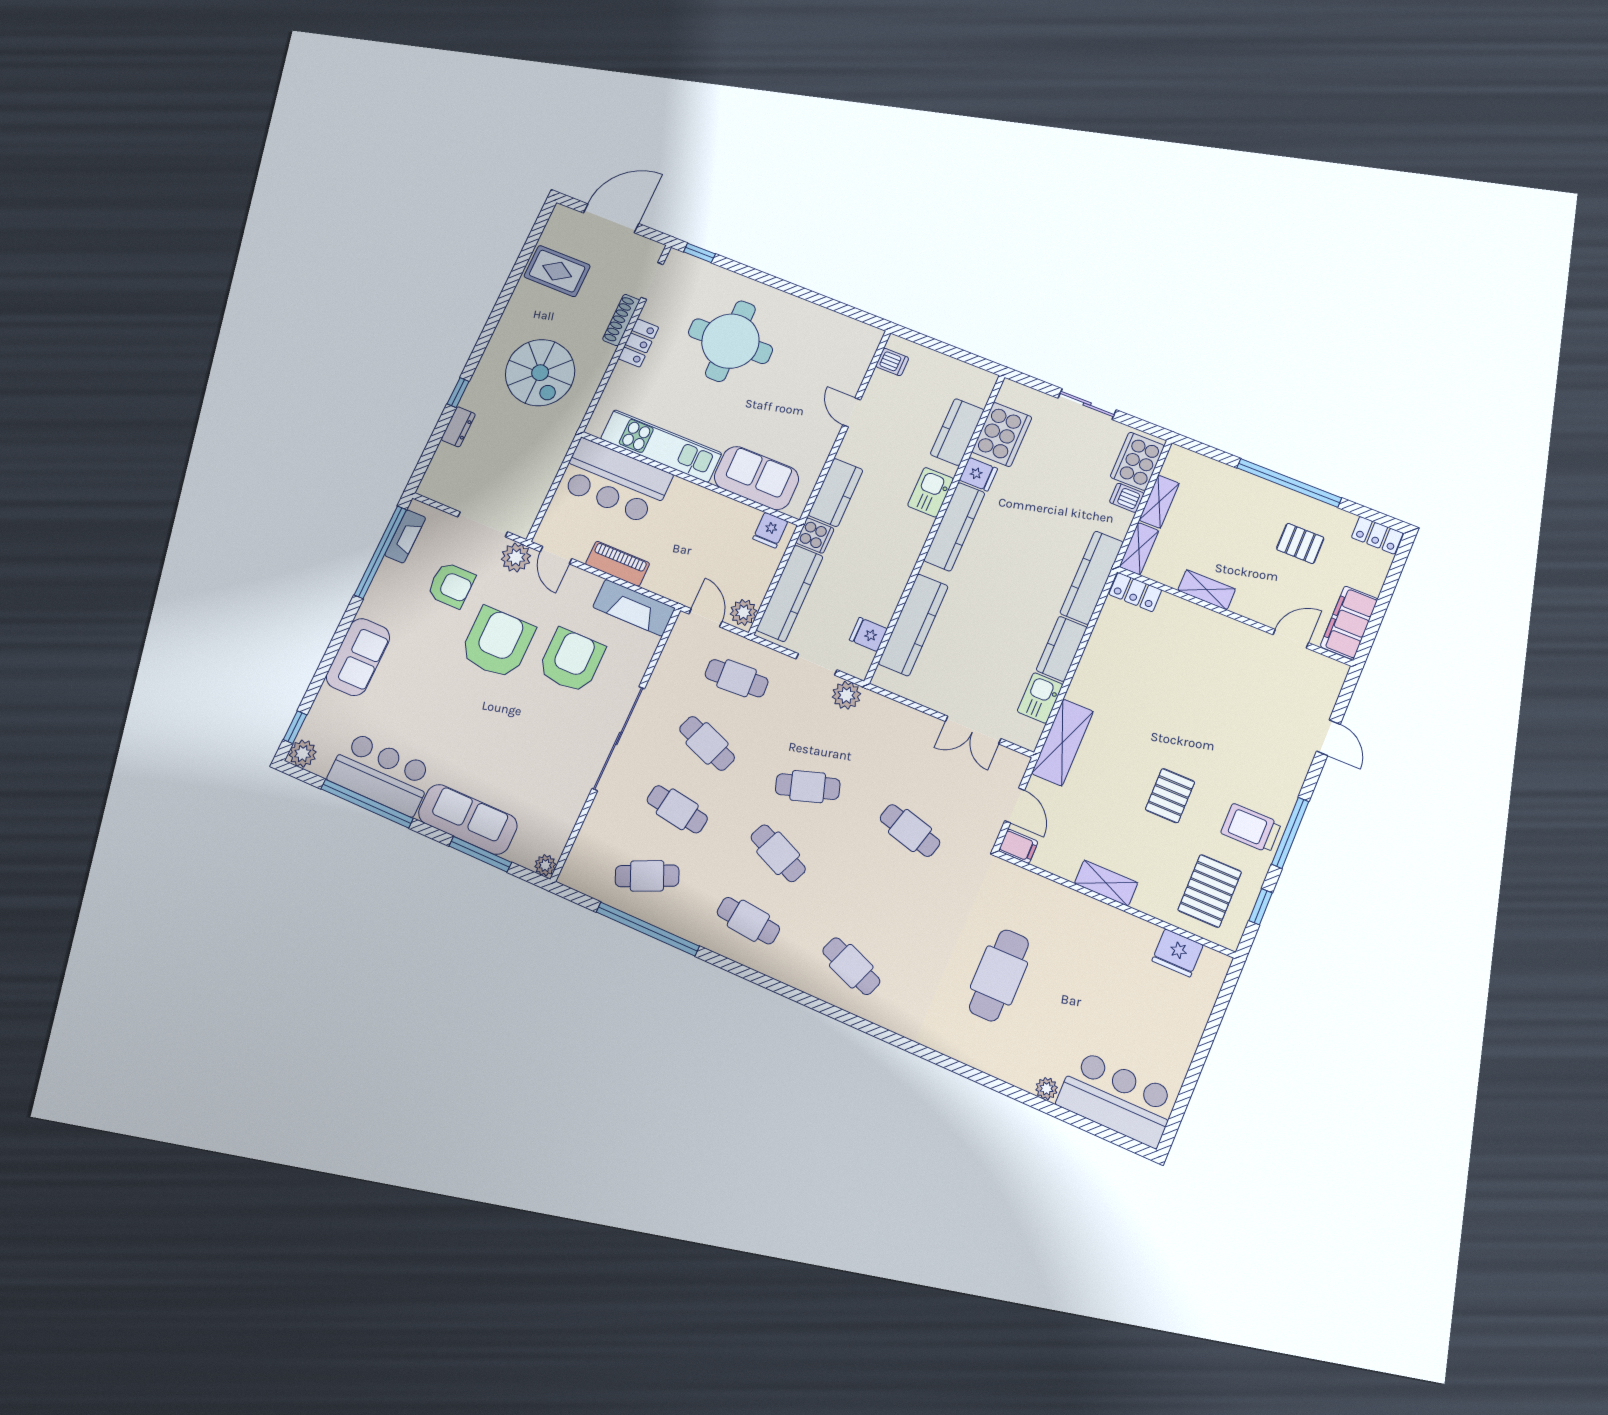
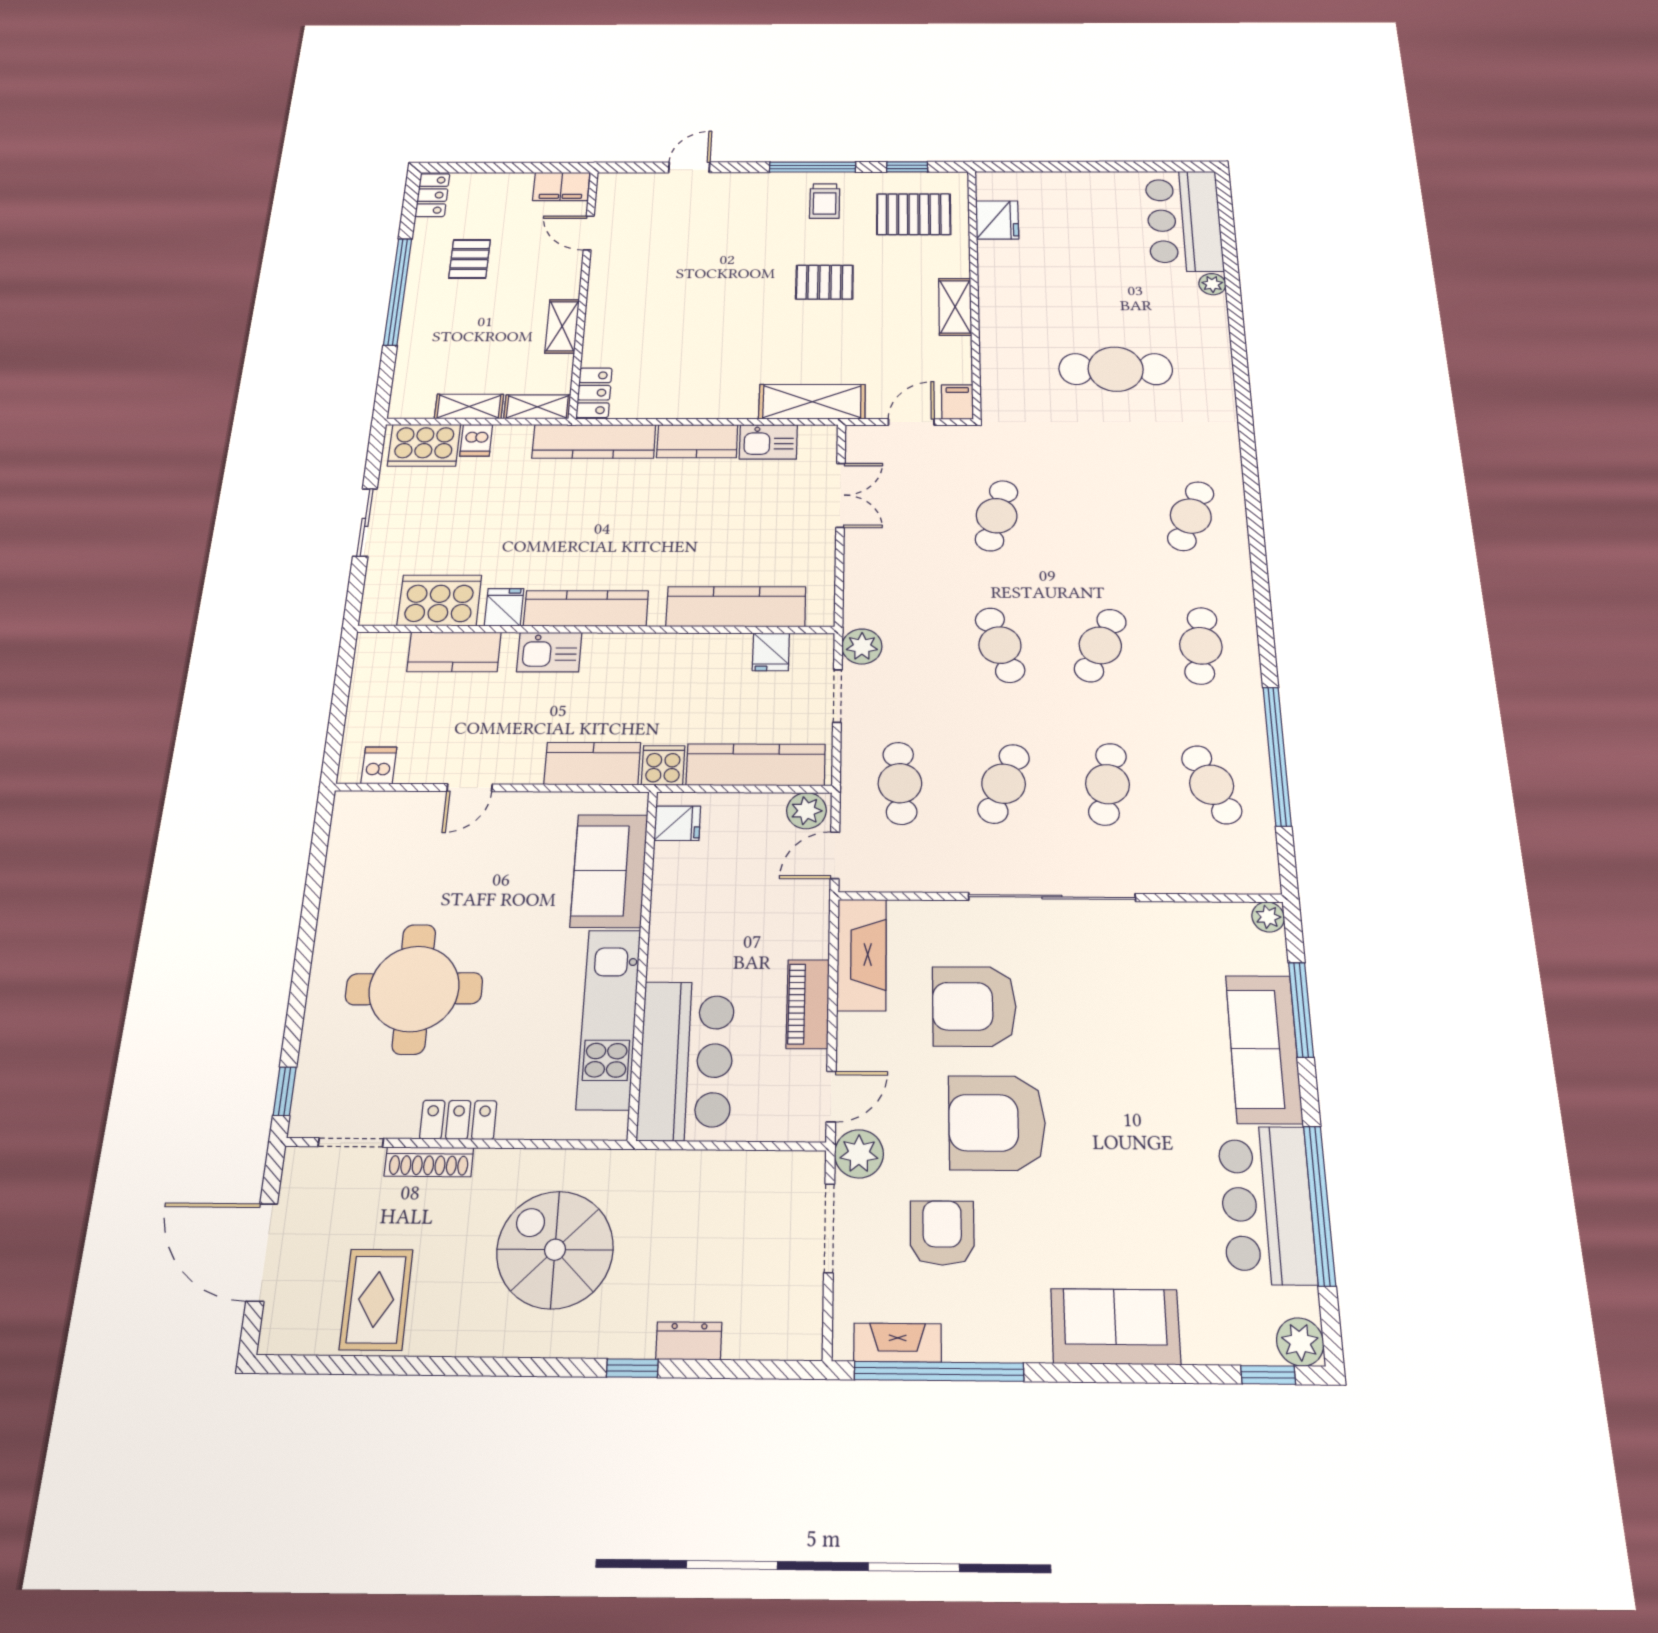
spiral stairs: (540, 373) -> (555, 1250), turned -90
filing cabinet: (1349, 623) -> (561, 186), width x0.67, depth x0.86
trolley: (1251, 828) -> (825, 201), width x0.73, depth x0.72

